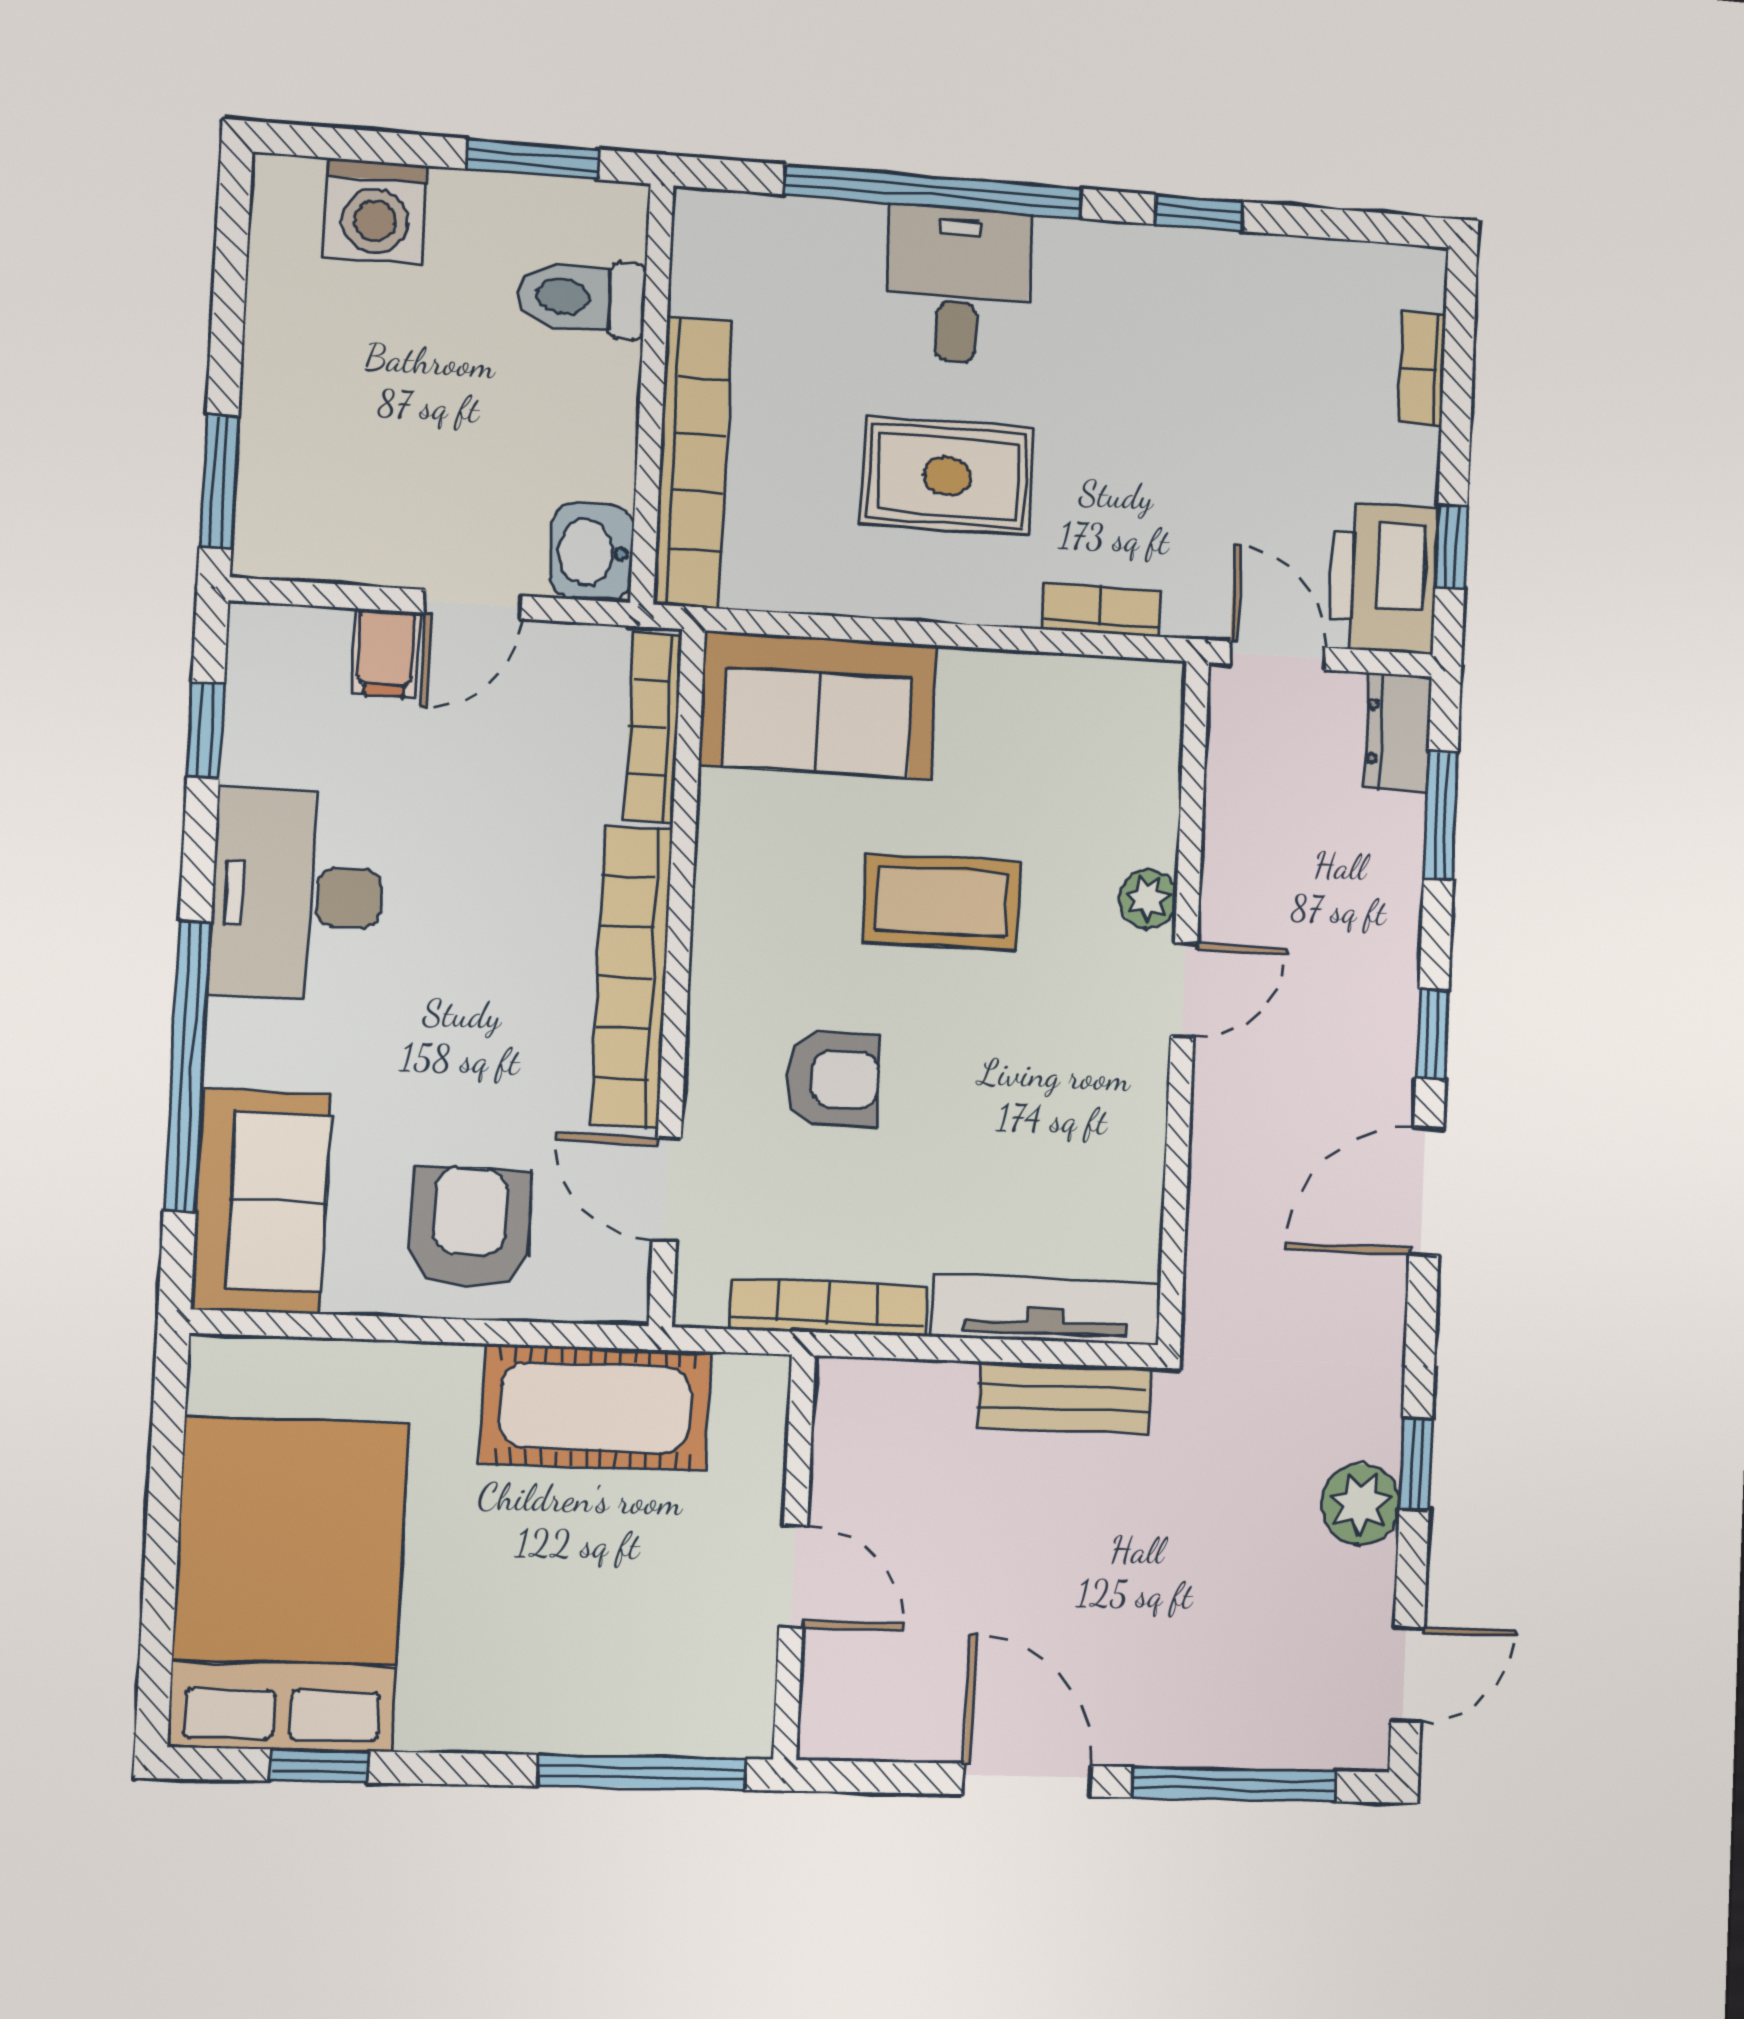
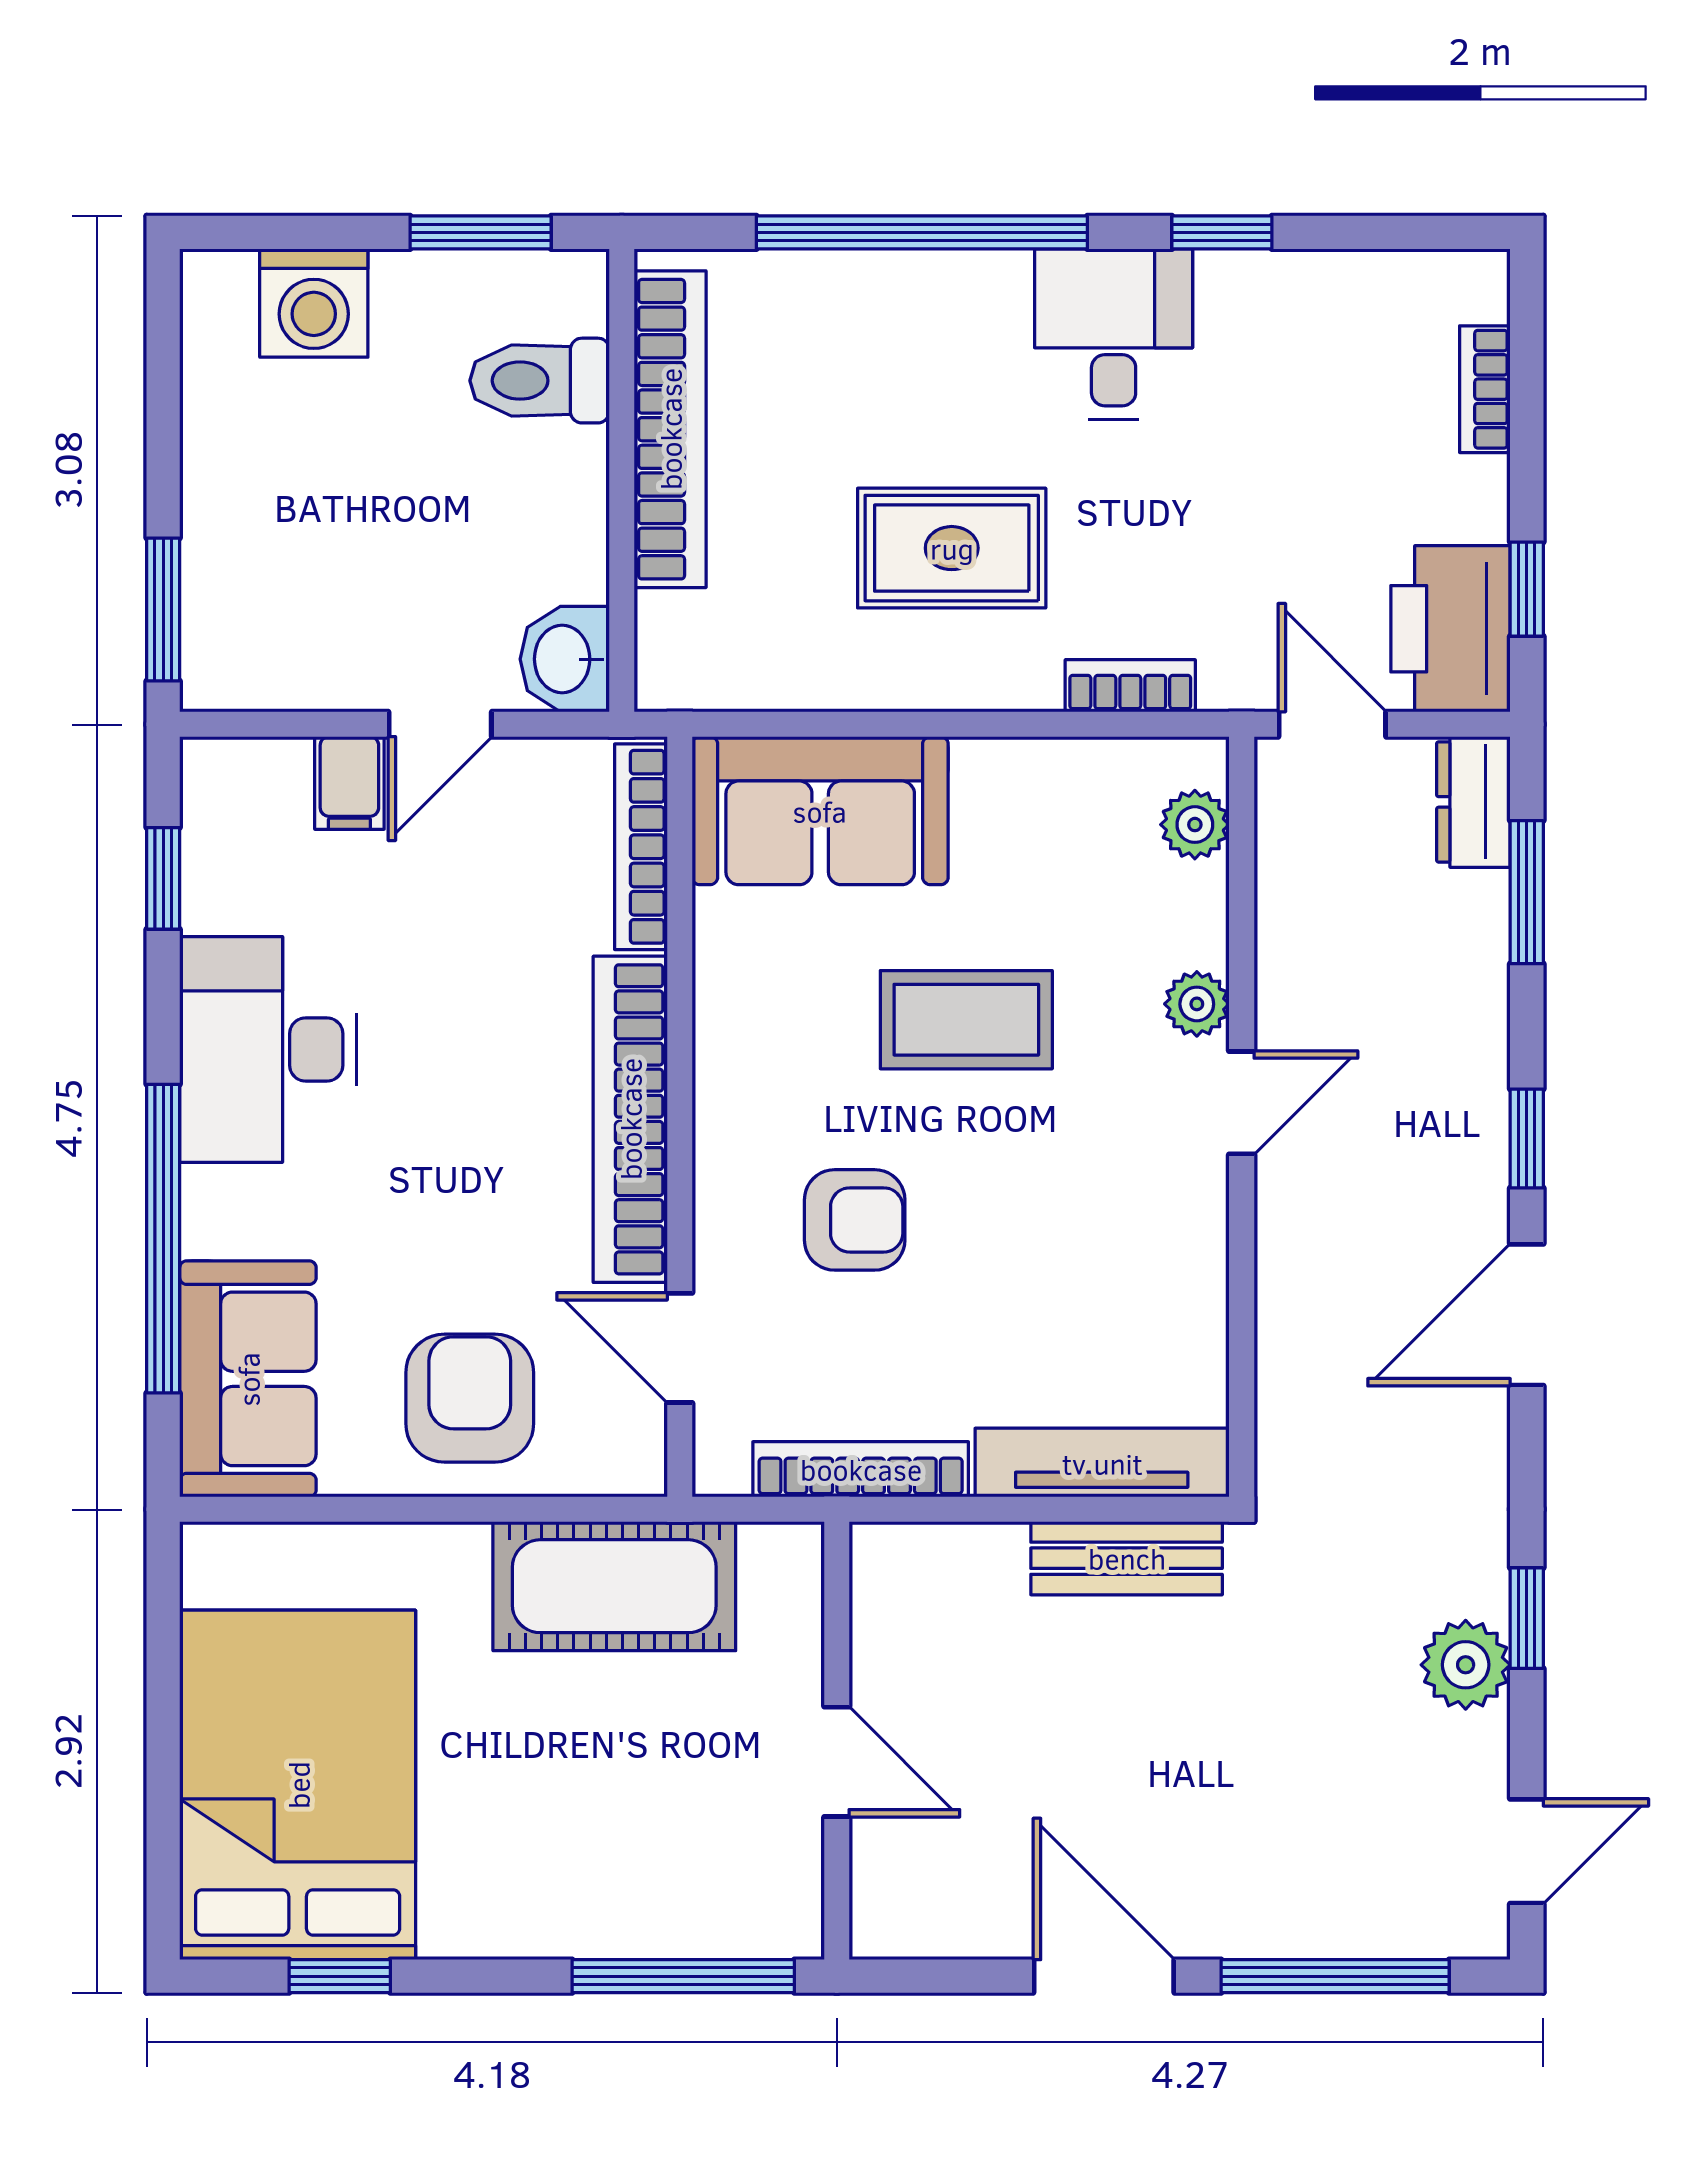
desk: (958, 285) -> (1114, 334), moved
bookcase: (693, 463) -> (670, 429), moved
plant: (1153, 738) -> (1195, 825), added

